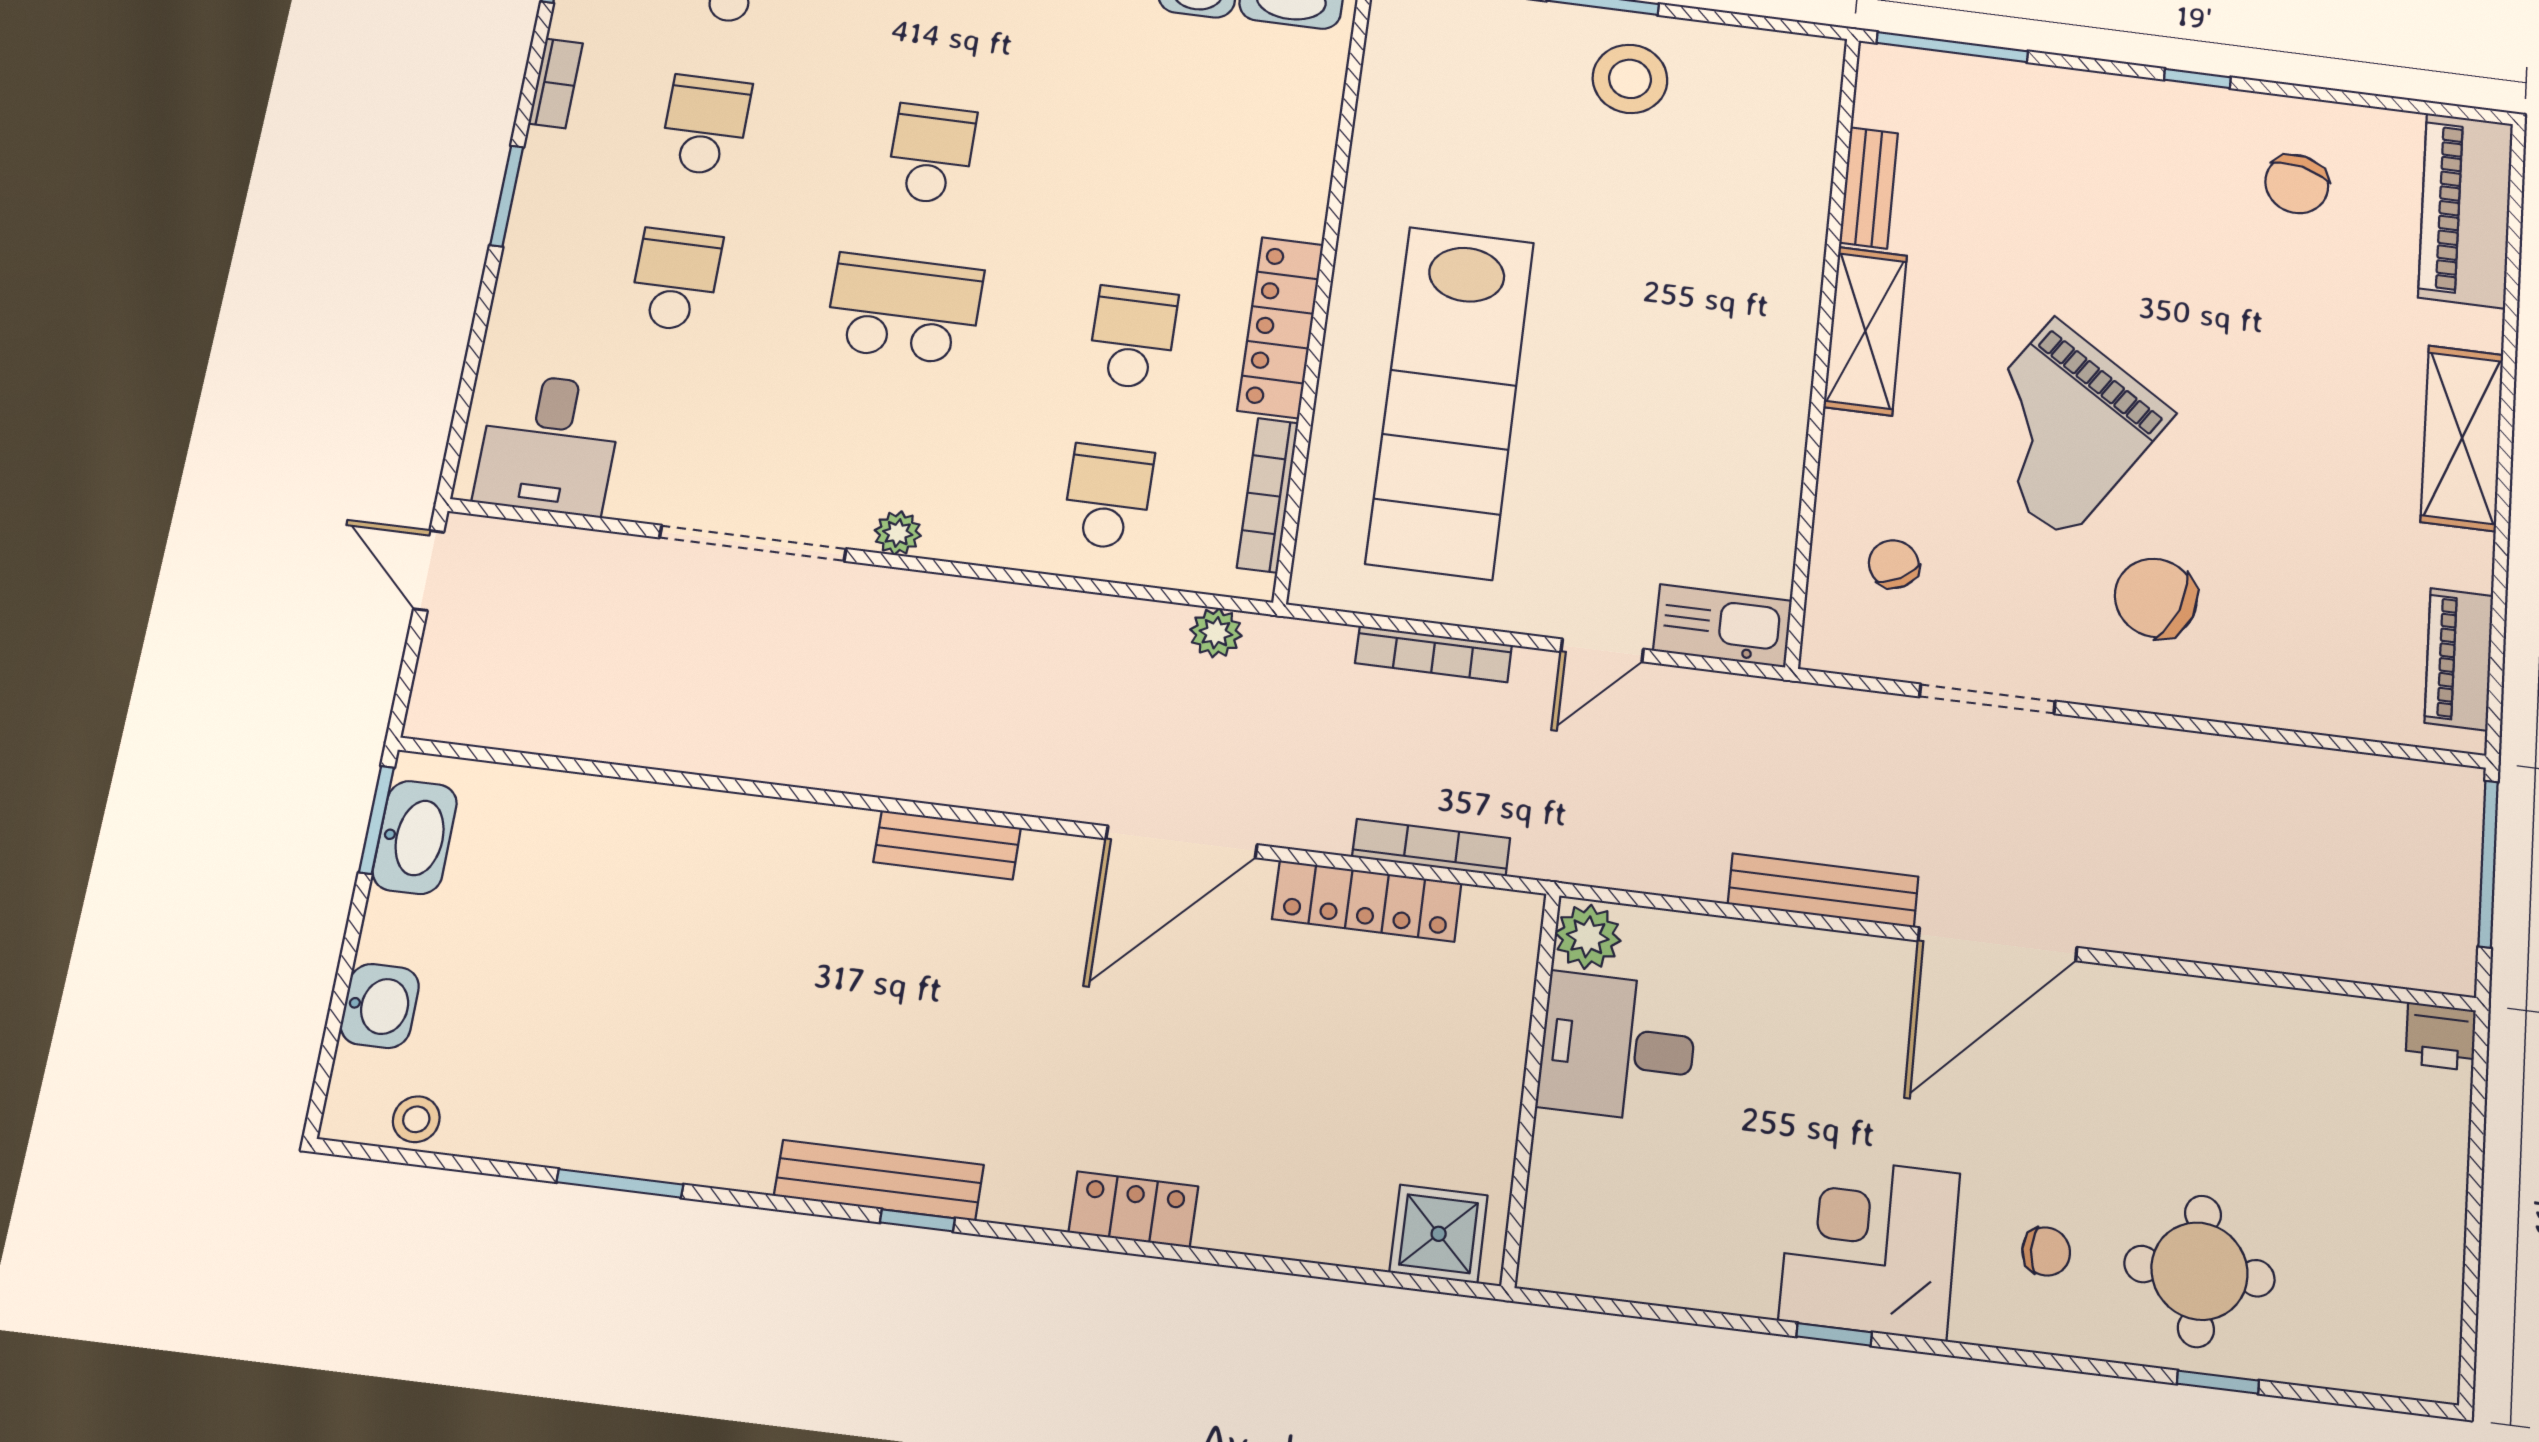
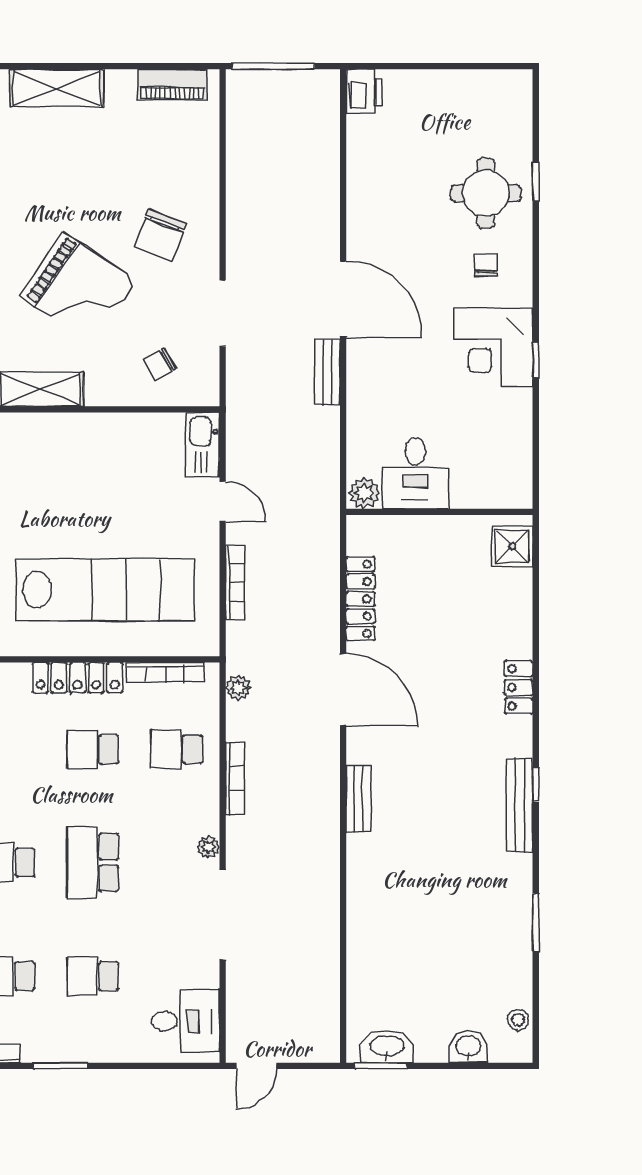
bookcase: (1431, 847) -> (235, 779), moved, turned 180
bench: (1823, 890) -> (328, 372), width x0.73
printer: (2441, 1037) -> (364, 91), width x1.36, depth x1.24

